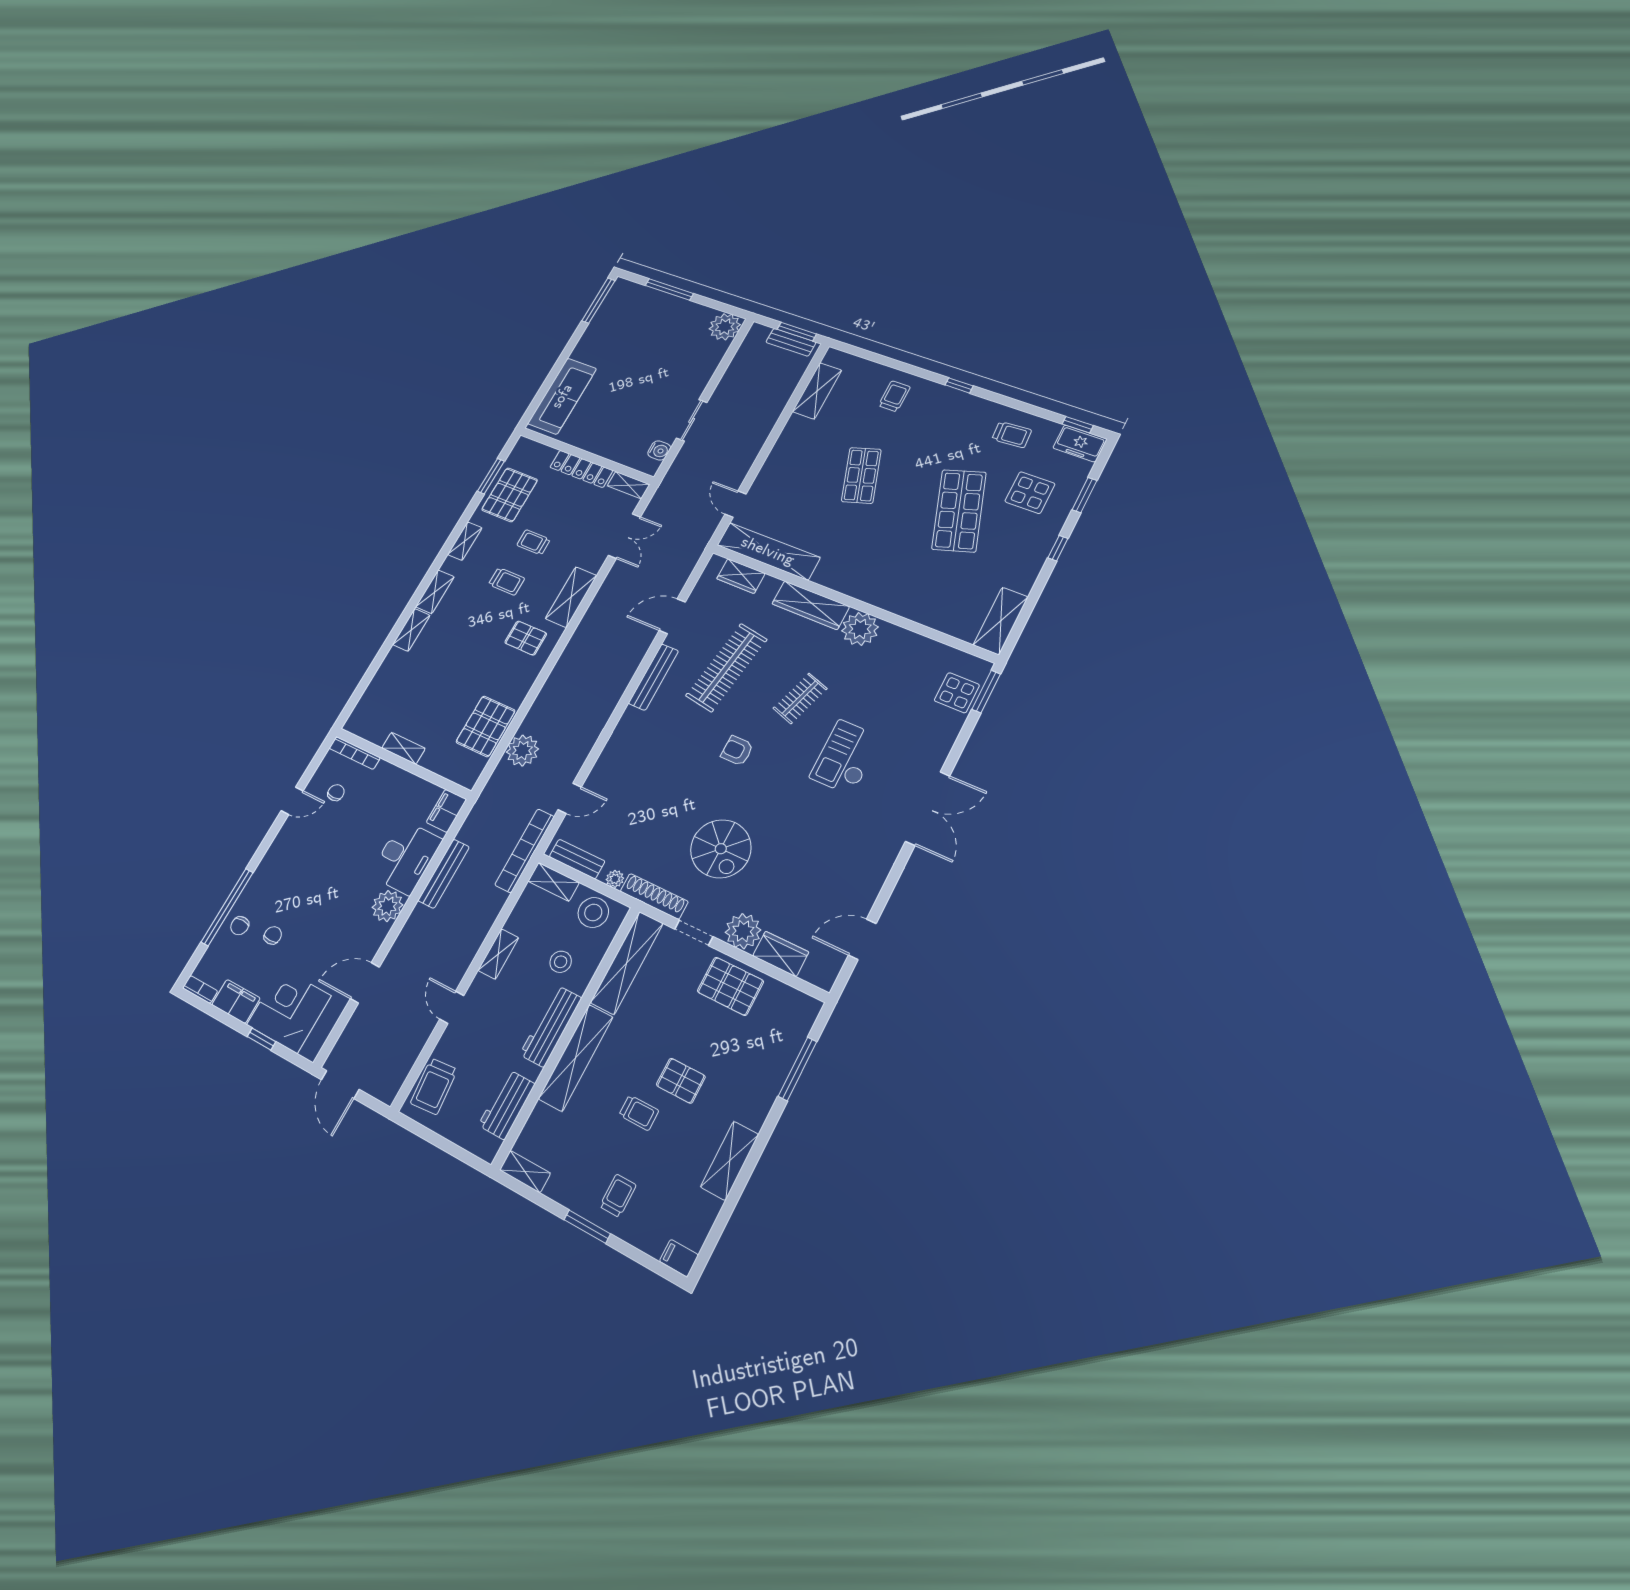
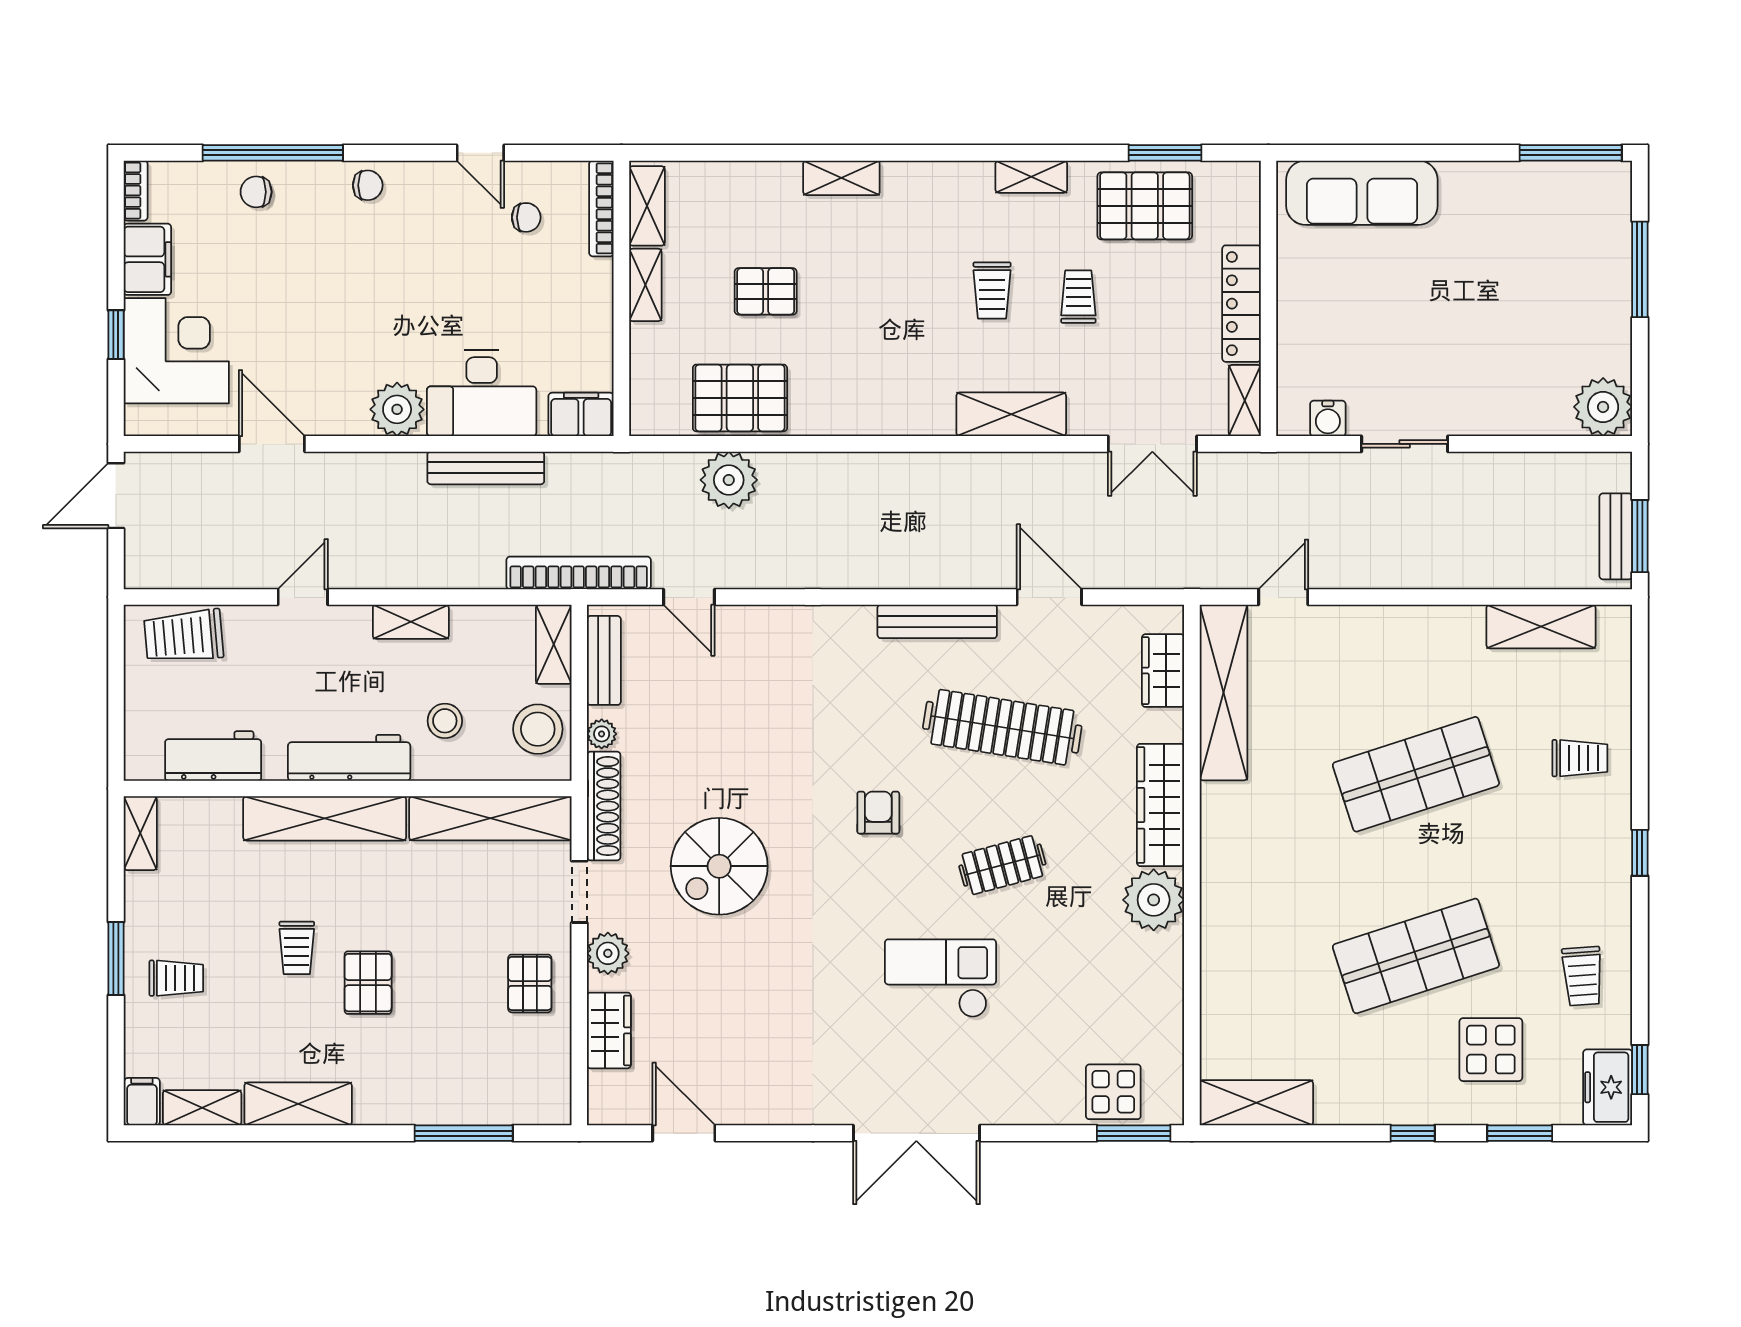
shop shelf: (861, 475) -> (1416, 774), width x1.43, depth x1.36
shelving: (435, 592) -> (647, 206), moved, turned 90
pallet: (526, 638) -> (766, 291), moved, turned 90
clothes rail: (800, 698) -> (1002, 865), turned -33
plant: (743, 931) -> (608, 953), width x0.73, depth x0.73
chair: (273, 935) -> (368, 185), moved
pallet: (730, 986) -> (530, 983), width x0.67, depth x0.71
shelving: (702, 1222) -> (202, 1108), added

